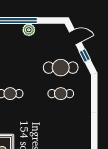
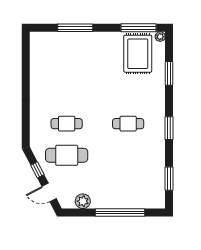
plant: (29, 30) -> (83, 201), moved

